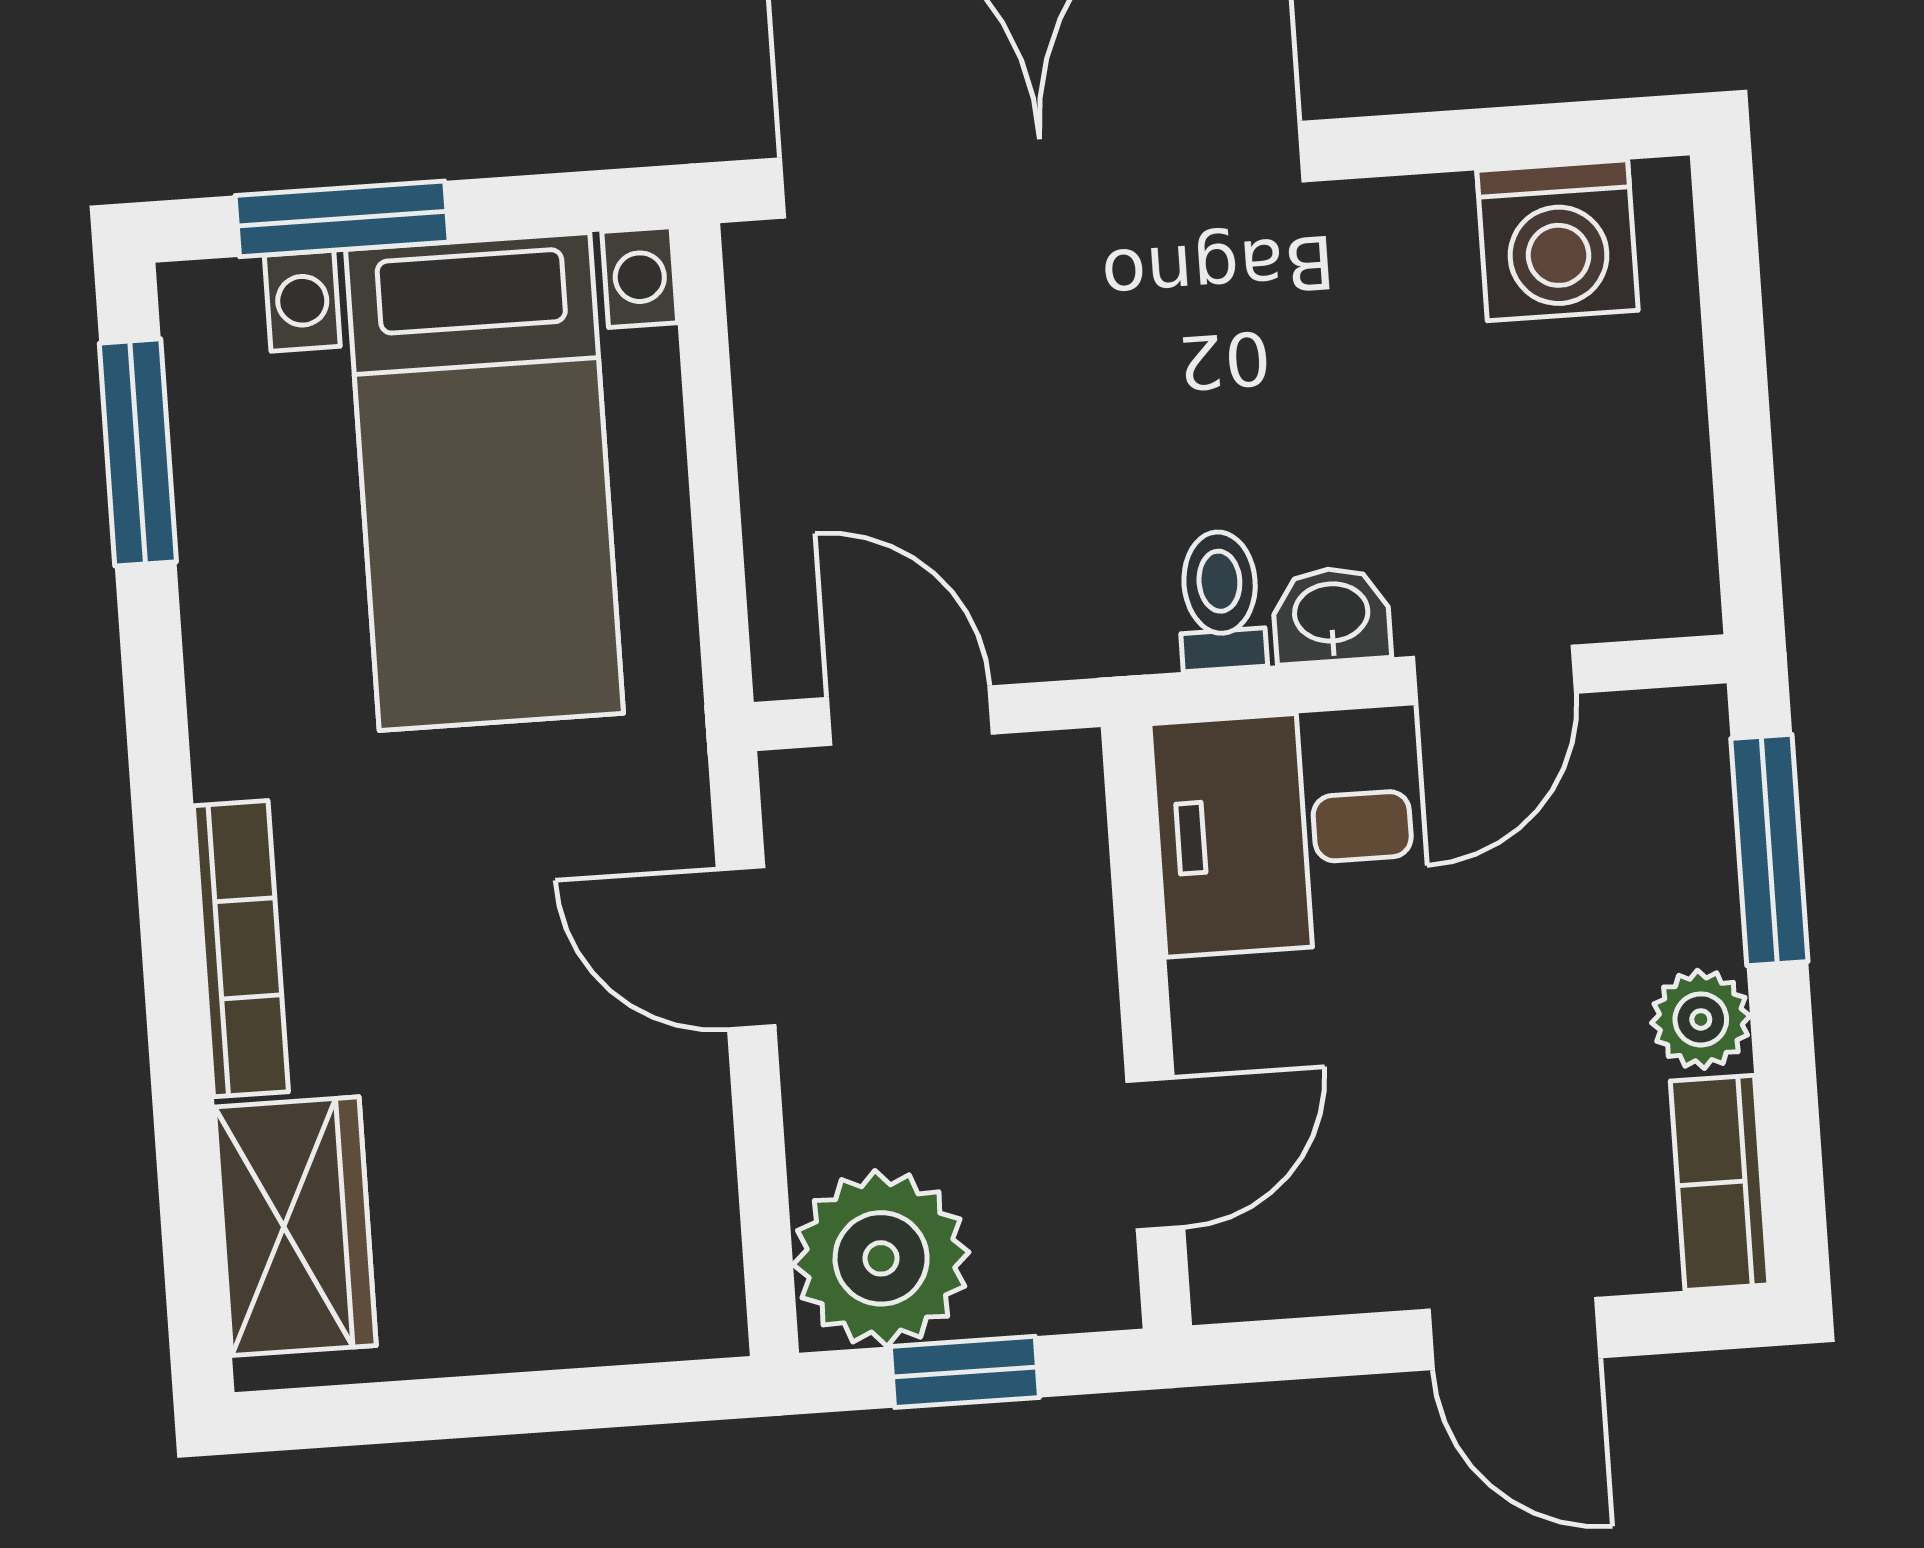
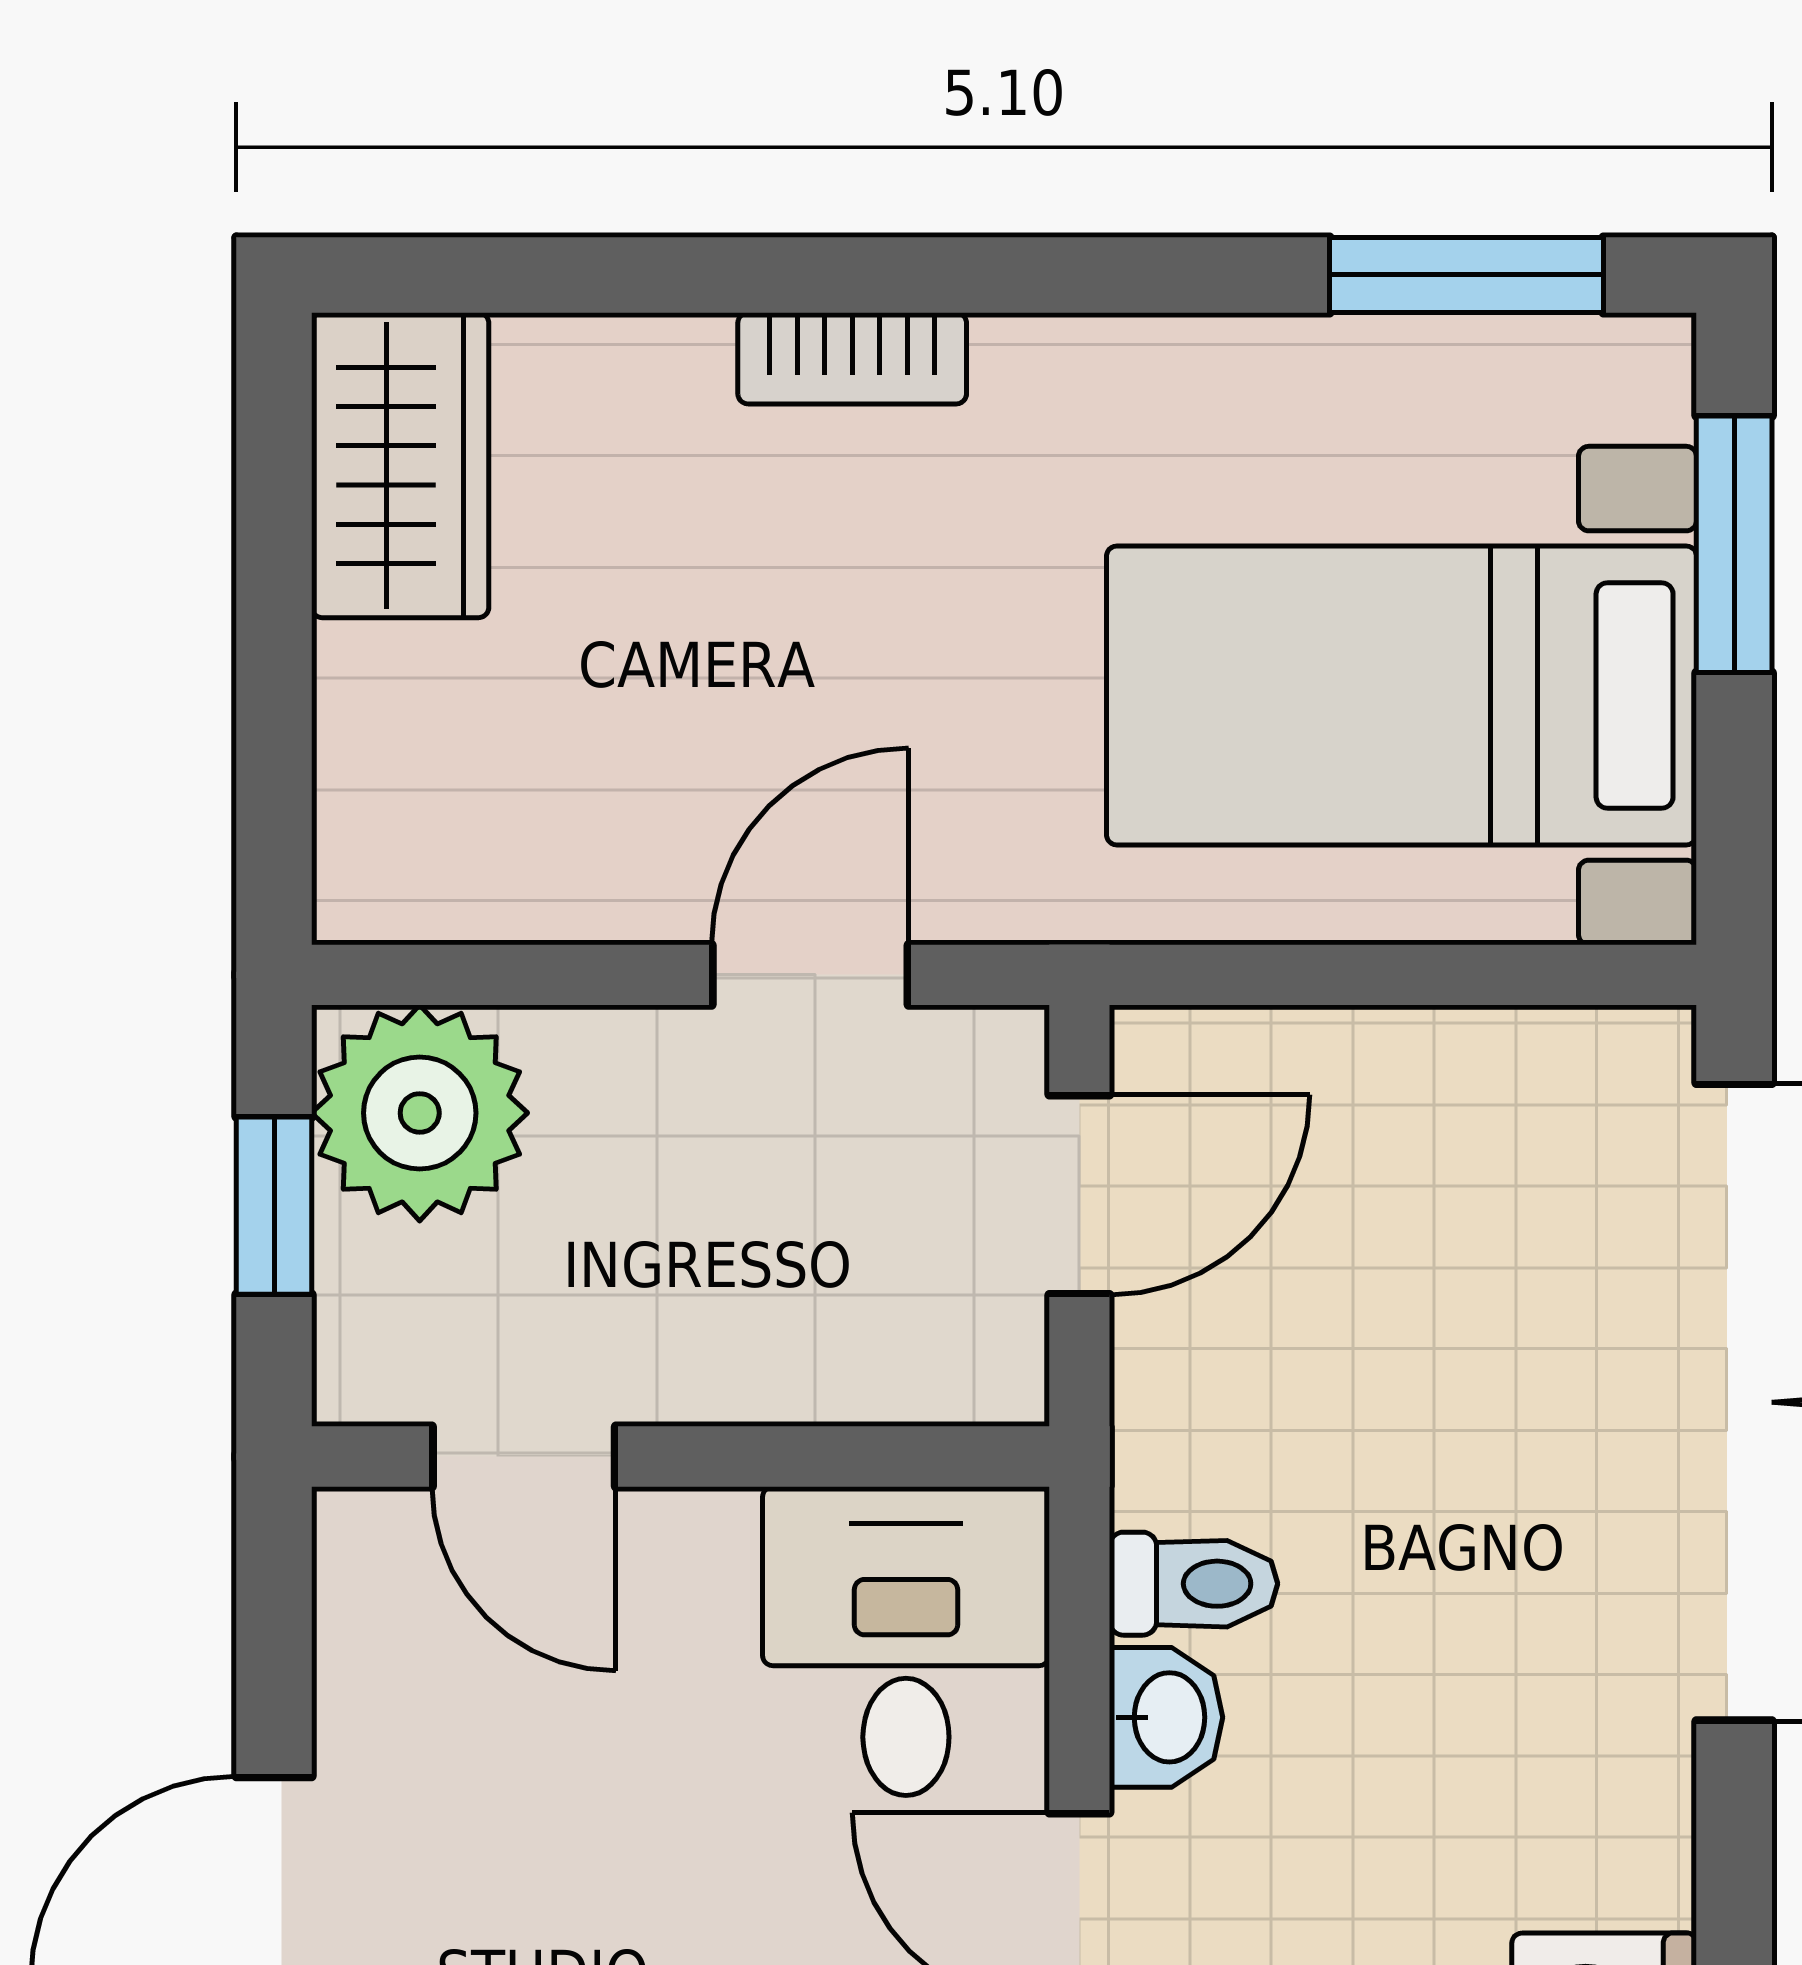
bookcase: (241, 949) -> (852, 358), width x0.64
wardrobe: (295, 1226) -> (400, 465), moved, turned -90

